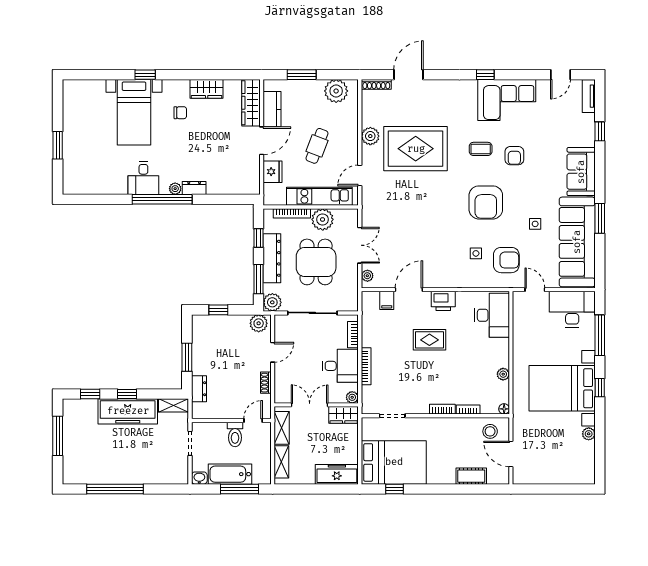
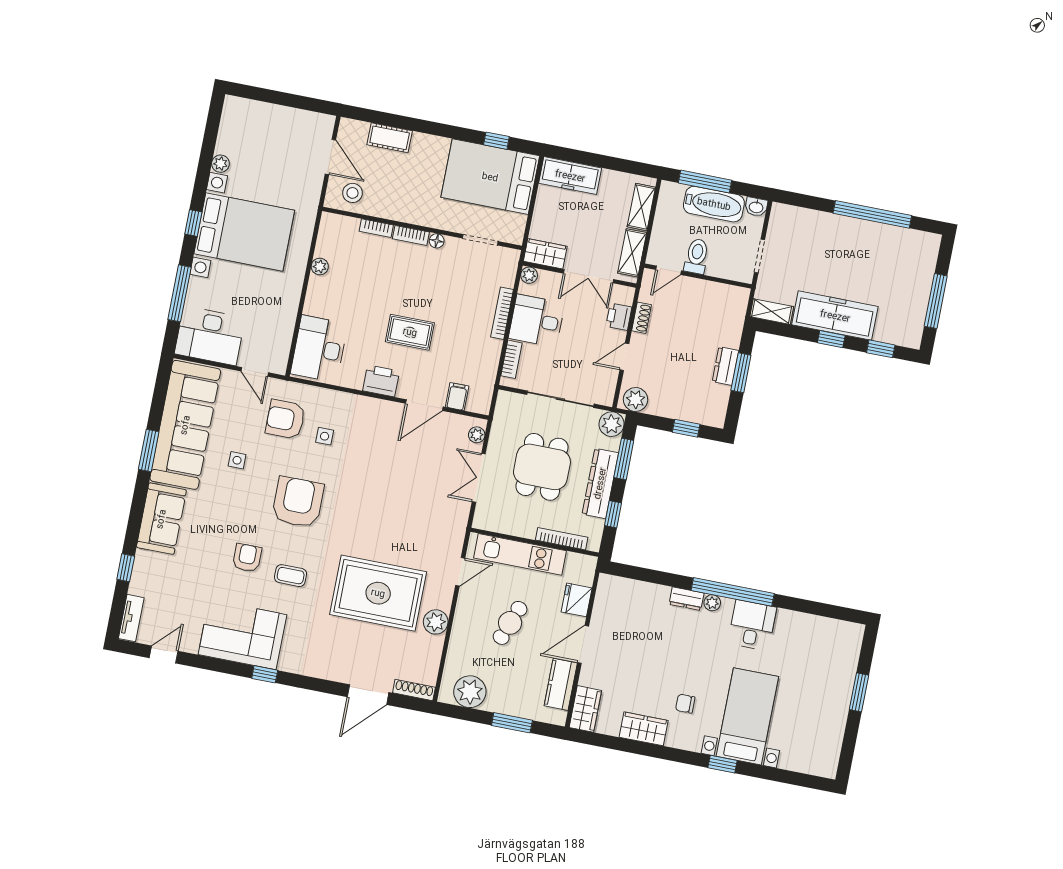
wardrobe: (251, 103) -> (585, 709), width x0.67
plant: (323, 219) -> (522, 522), removed
printer: (282, 380) -> (619, 317), added
dresser: (199, 389) -> (725, 366), moved
floor lamp: (504, 409) -> (437, 241), moved

